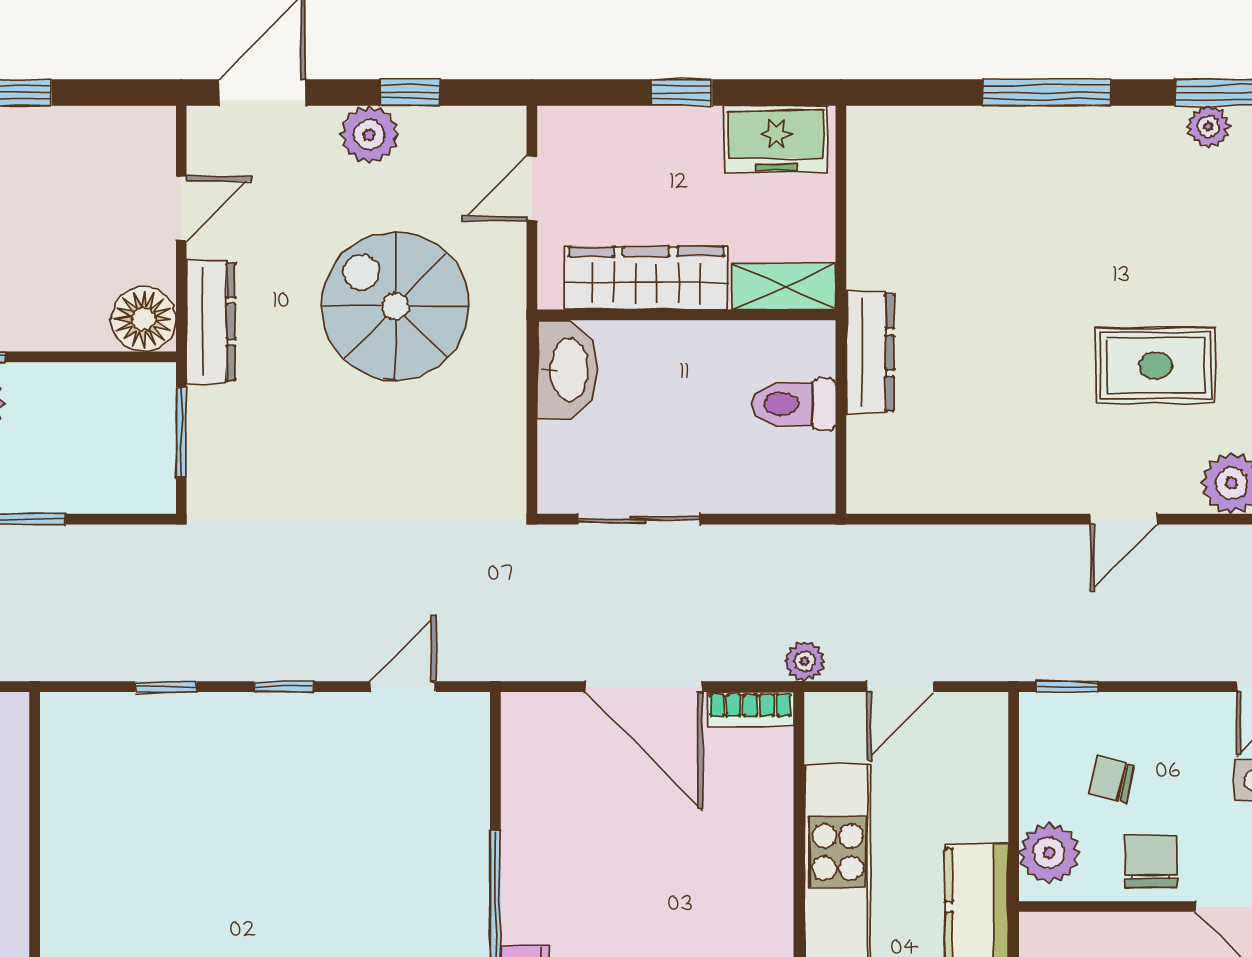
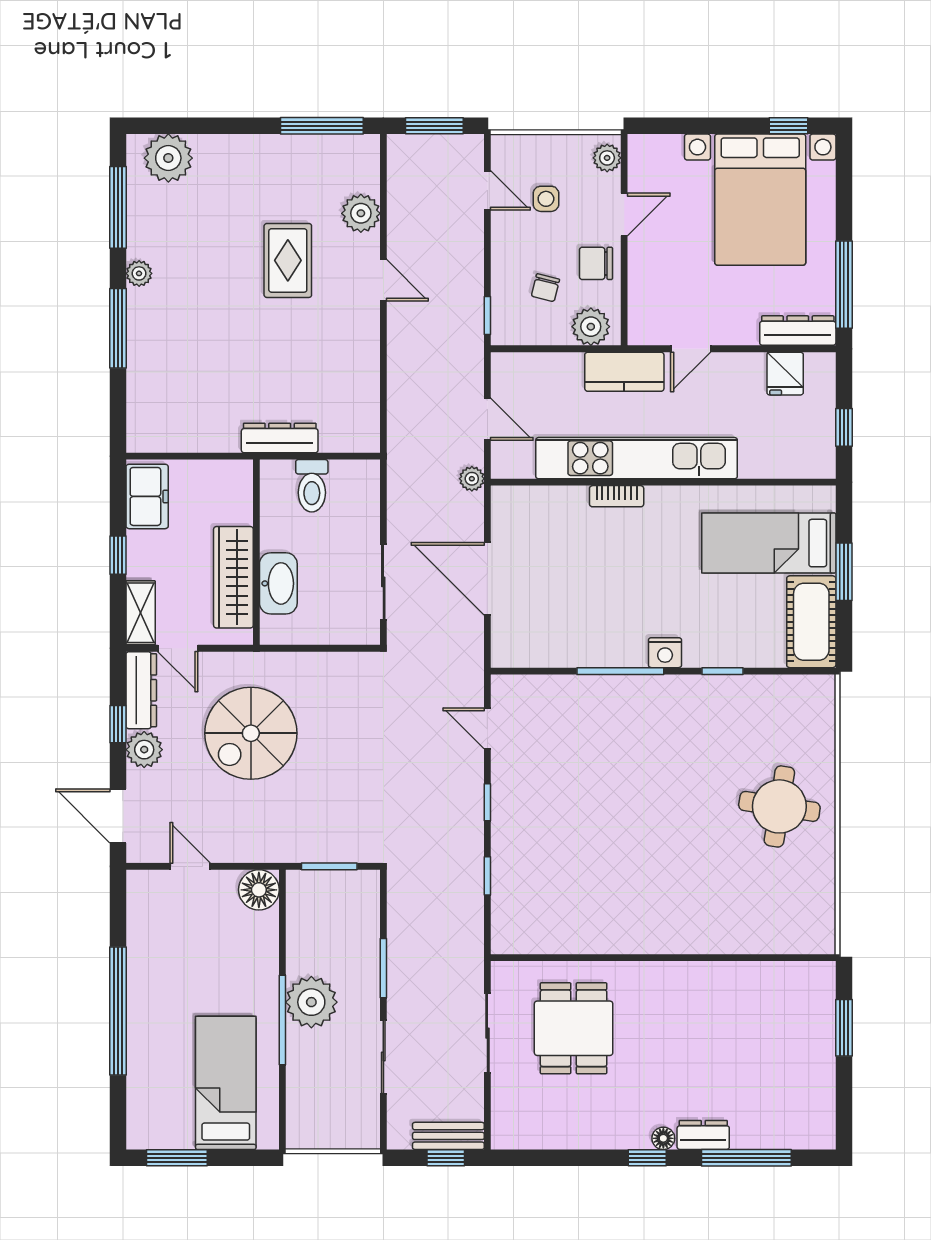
plant: (1208, 126) -> (139, 273), moved
shelving: (784, 286) -> (141, 613), moved
dresser: (211, 322) -> (141, 690), moved, turned 90
washbasin: (567, 370) -> (278, 583), moved, turned 90
door: (644, 687) -> (487, 579), swing flipped
bookcase: (750, 709) -> (617, 496), moved, turned 90

